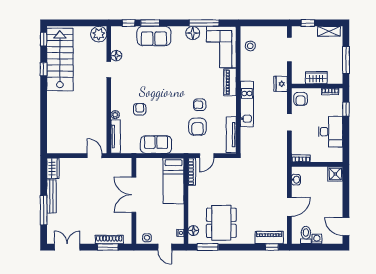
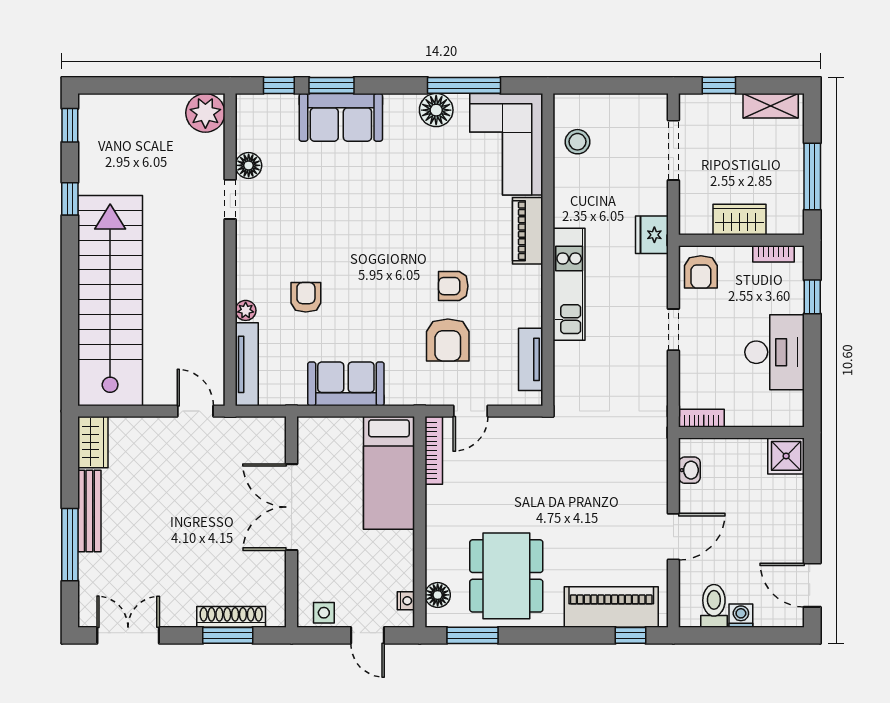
stairs: (60, 60) -> (110, 301), moved, width x1.36
tv unit: (231, 135) -> (531, 359), width x0.71
piano: (269, 238) -> (611, 607), width x1.37, depth x1.33

